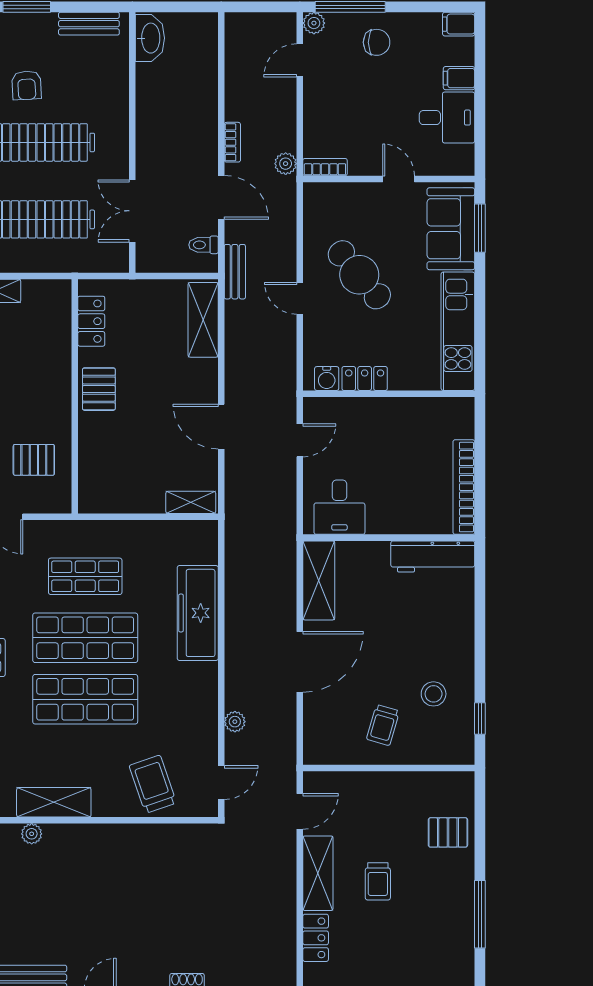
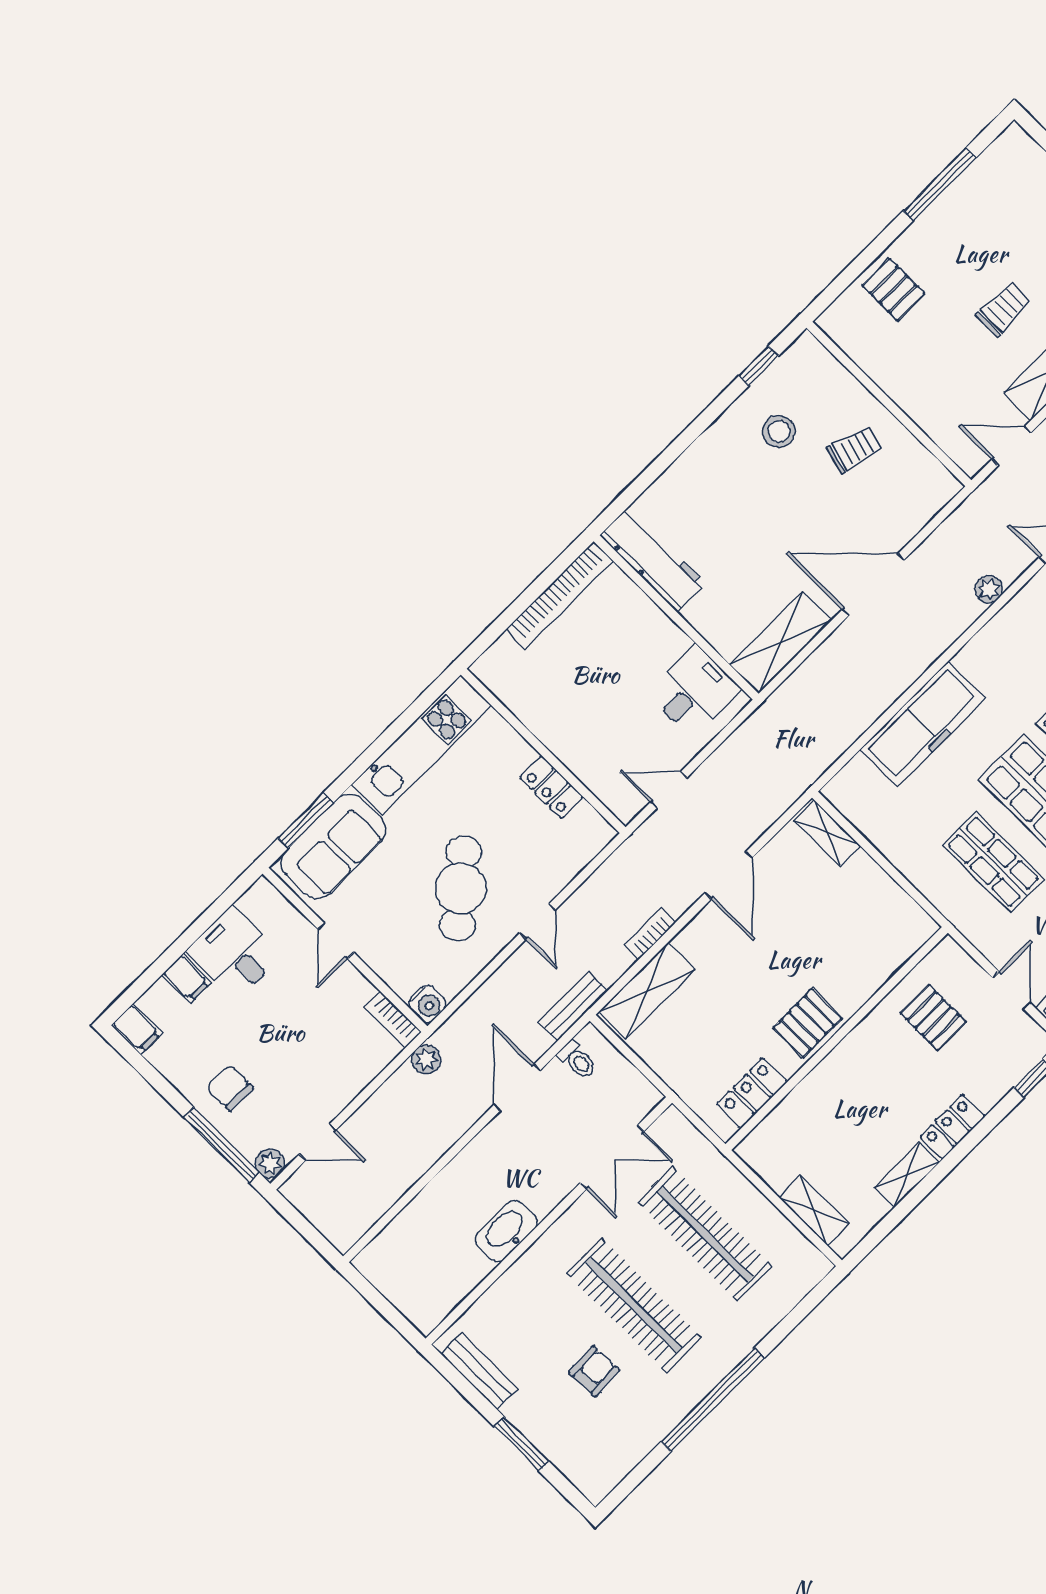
washbasin: (150, 38) -> (506, 1231), moved
bookcase: (232, 142) -> (650, 933), moved
water cooler: (327, 379) -> (427, 1004), moved, turned 90

